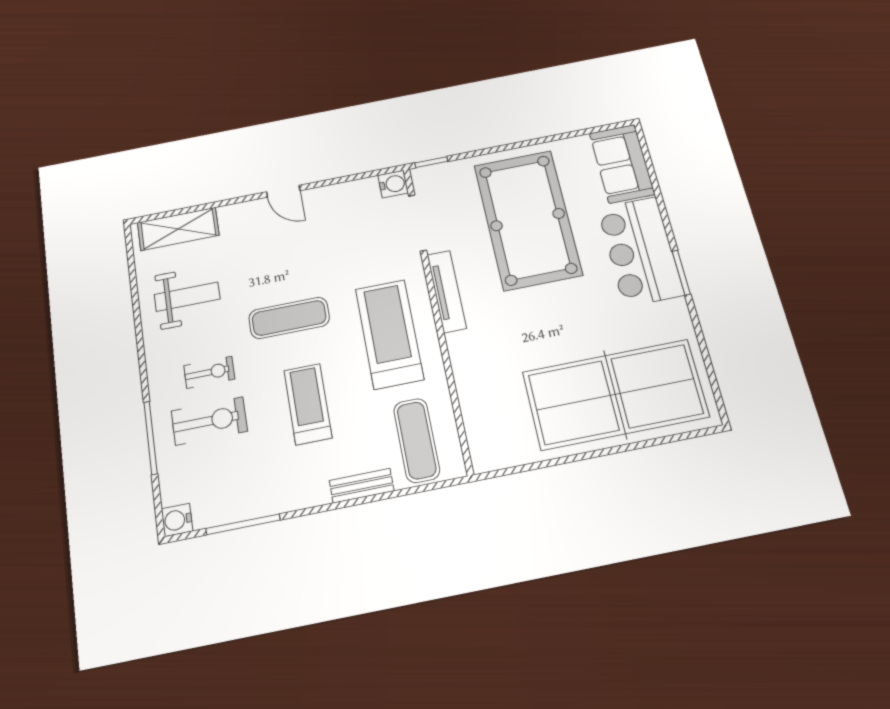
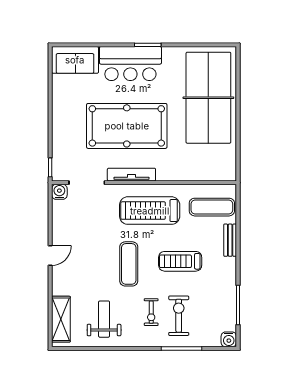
pool table: (528, 220) -> (127, 126), moved
exercise bike: (209, 372) -> (151, 312), turned 180

